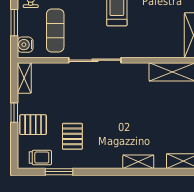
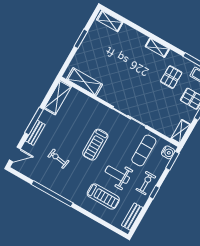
window: (14, 23) -> (172, 161), moved
shelving: (138, 162) -> (157, 48), moved

